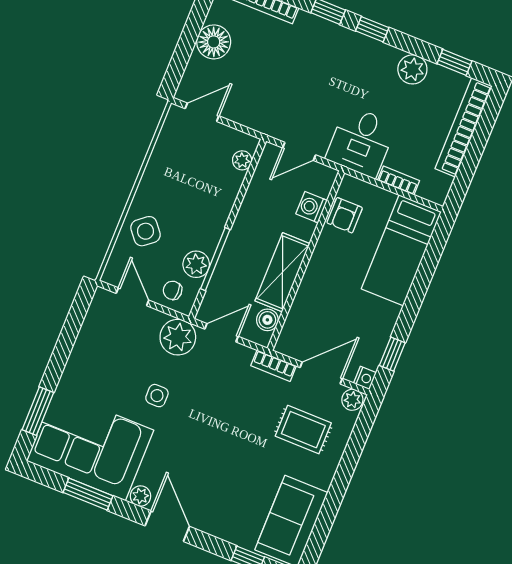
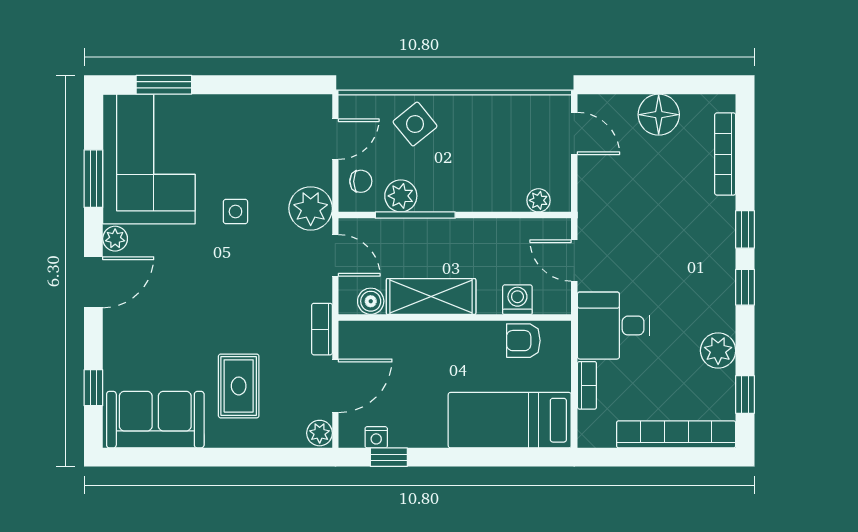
chair: (173, 290) -> (361, 181), turned 90
door: (321, 373) -> (335, 386), hinge flipped
nightstand: (365, 378) -> (376, 437), moved
rug: (303, 430) -> (239, 386), moved

